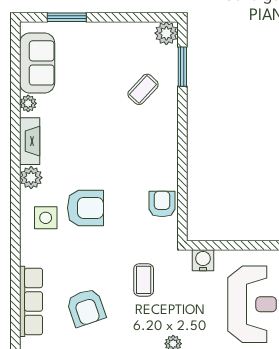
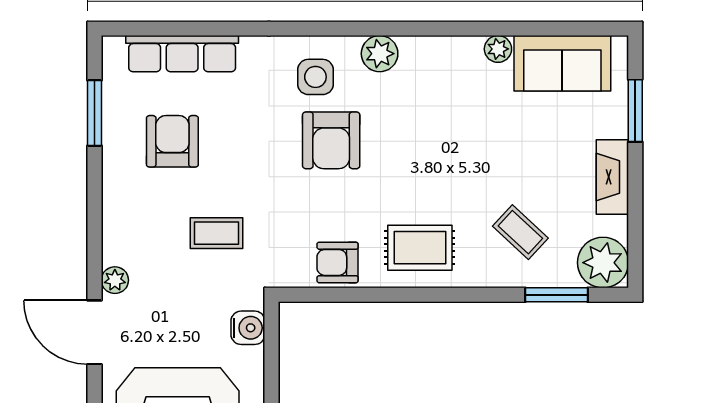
plant: (166, 33) -> (603, 263), width x1.36, depth x1.36
fireplace: (30, 141) -> (612, 177), moved, turned 90
rug: (153, 152) -> (420, 248), added
armchair: (162, 204) -> (338, 262), turned 180
armchair: (86, 308) -> (172, 141), turned 109

